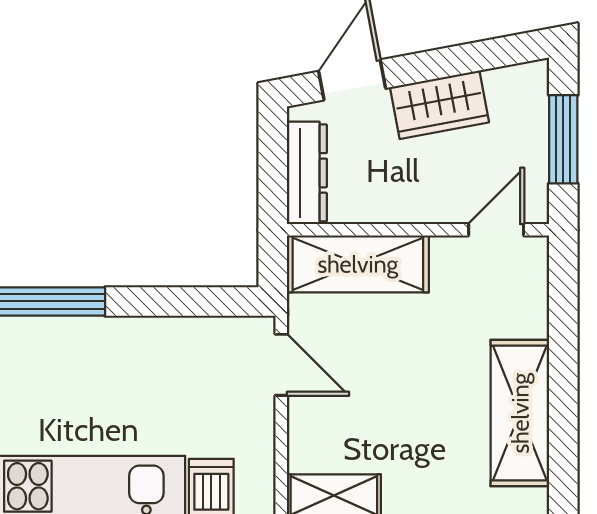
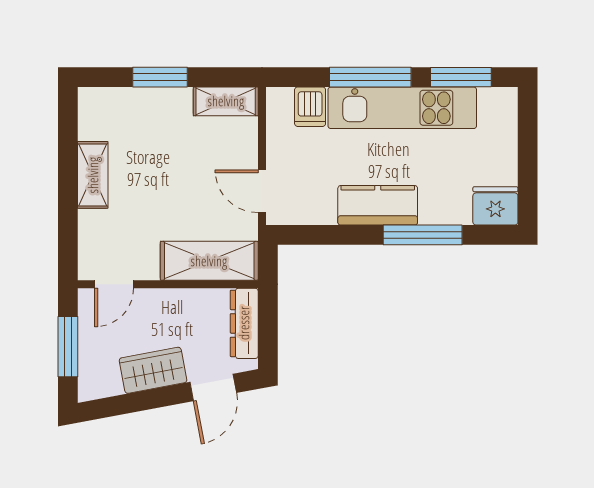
kitchen counter: (113, 345) -> (378, 205), added
shelving: (520, 413) -> (93, 175), width x0.67, depth x0.75

